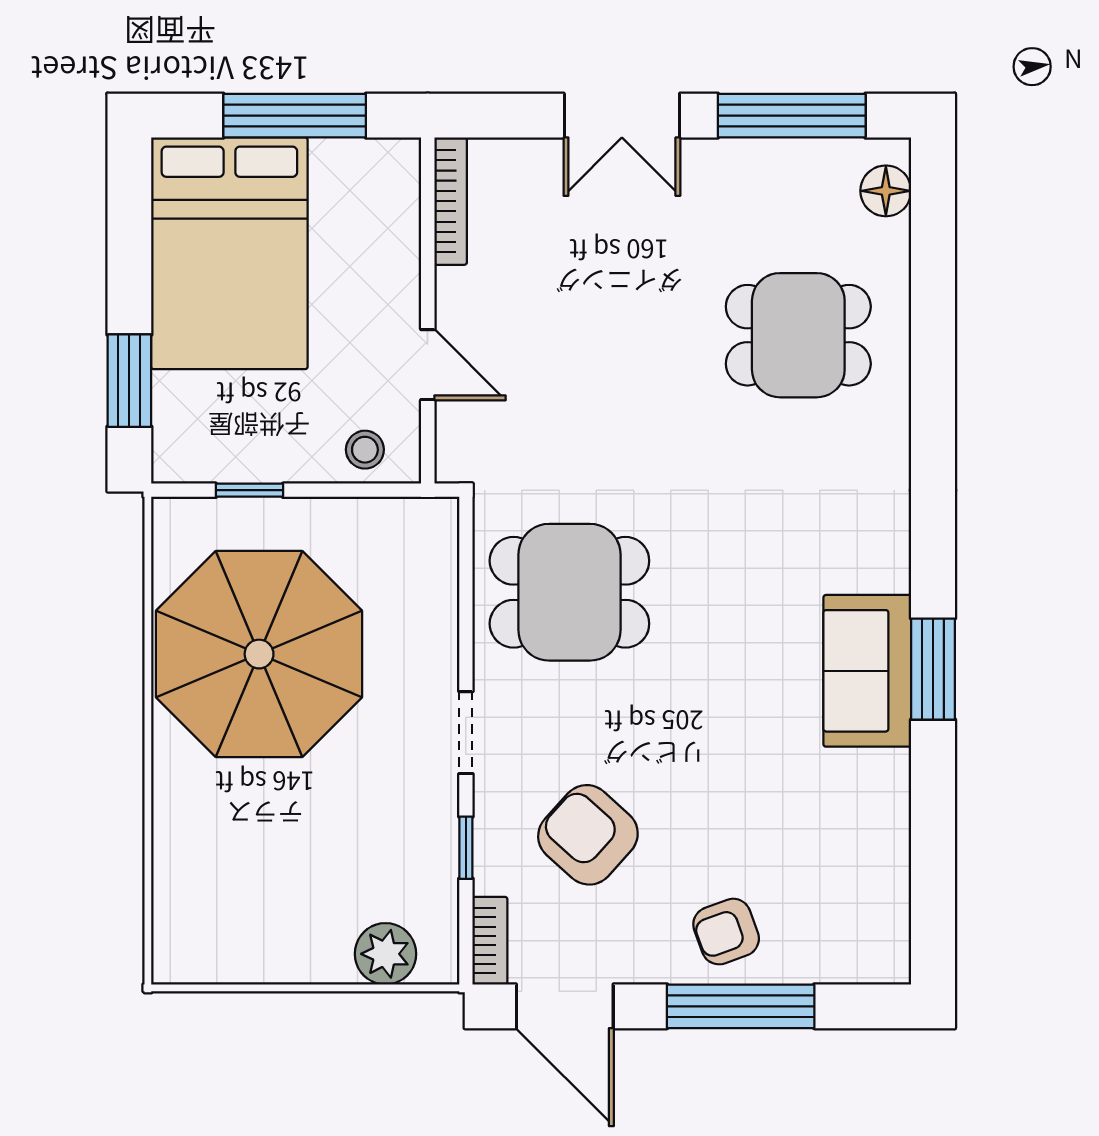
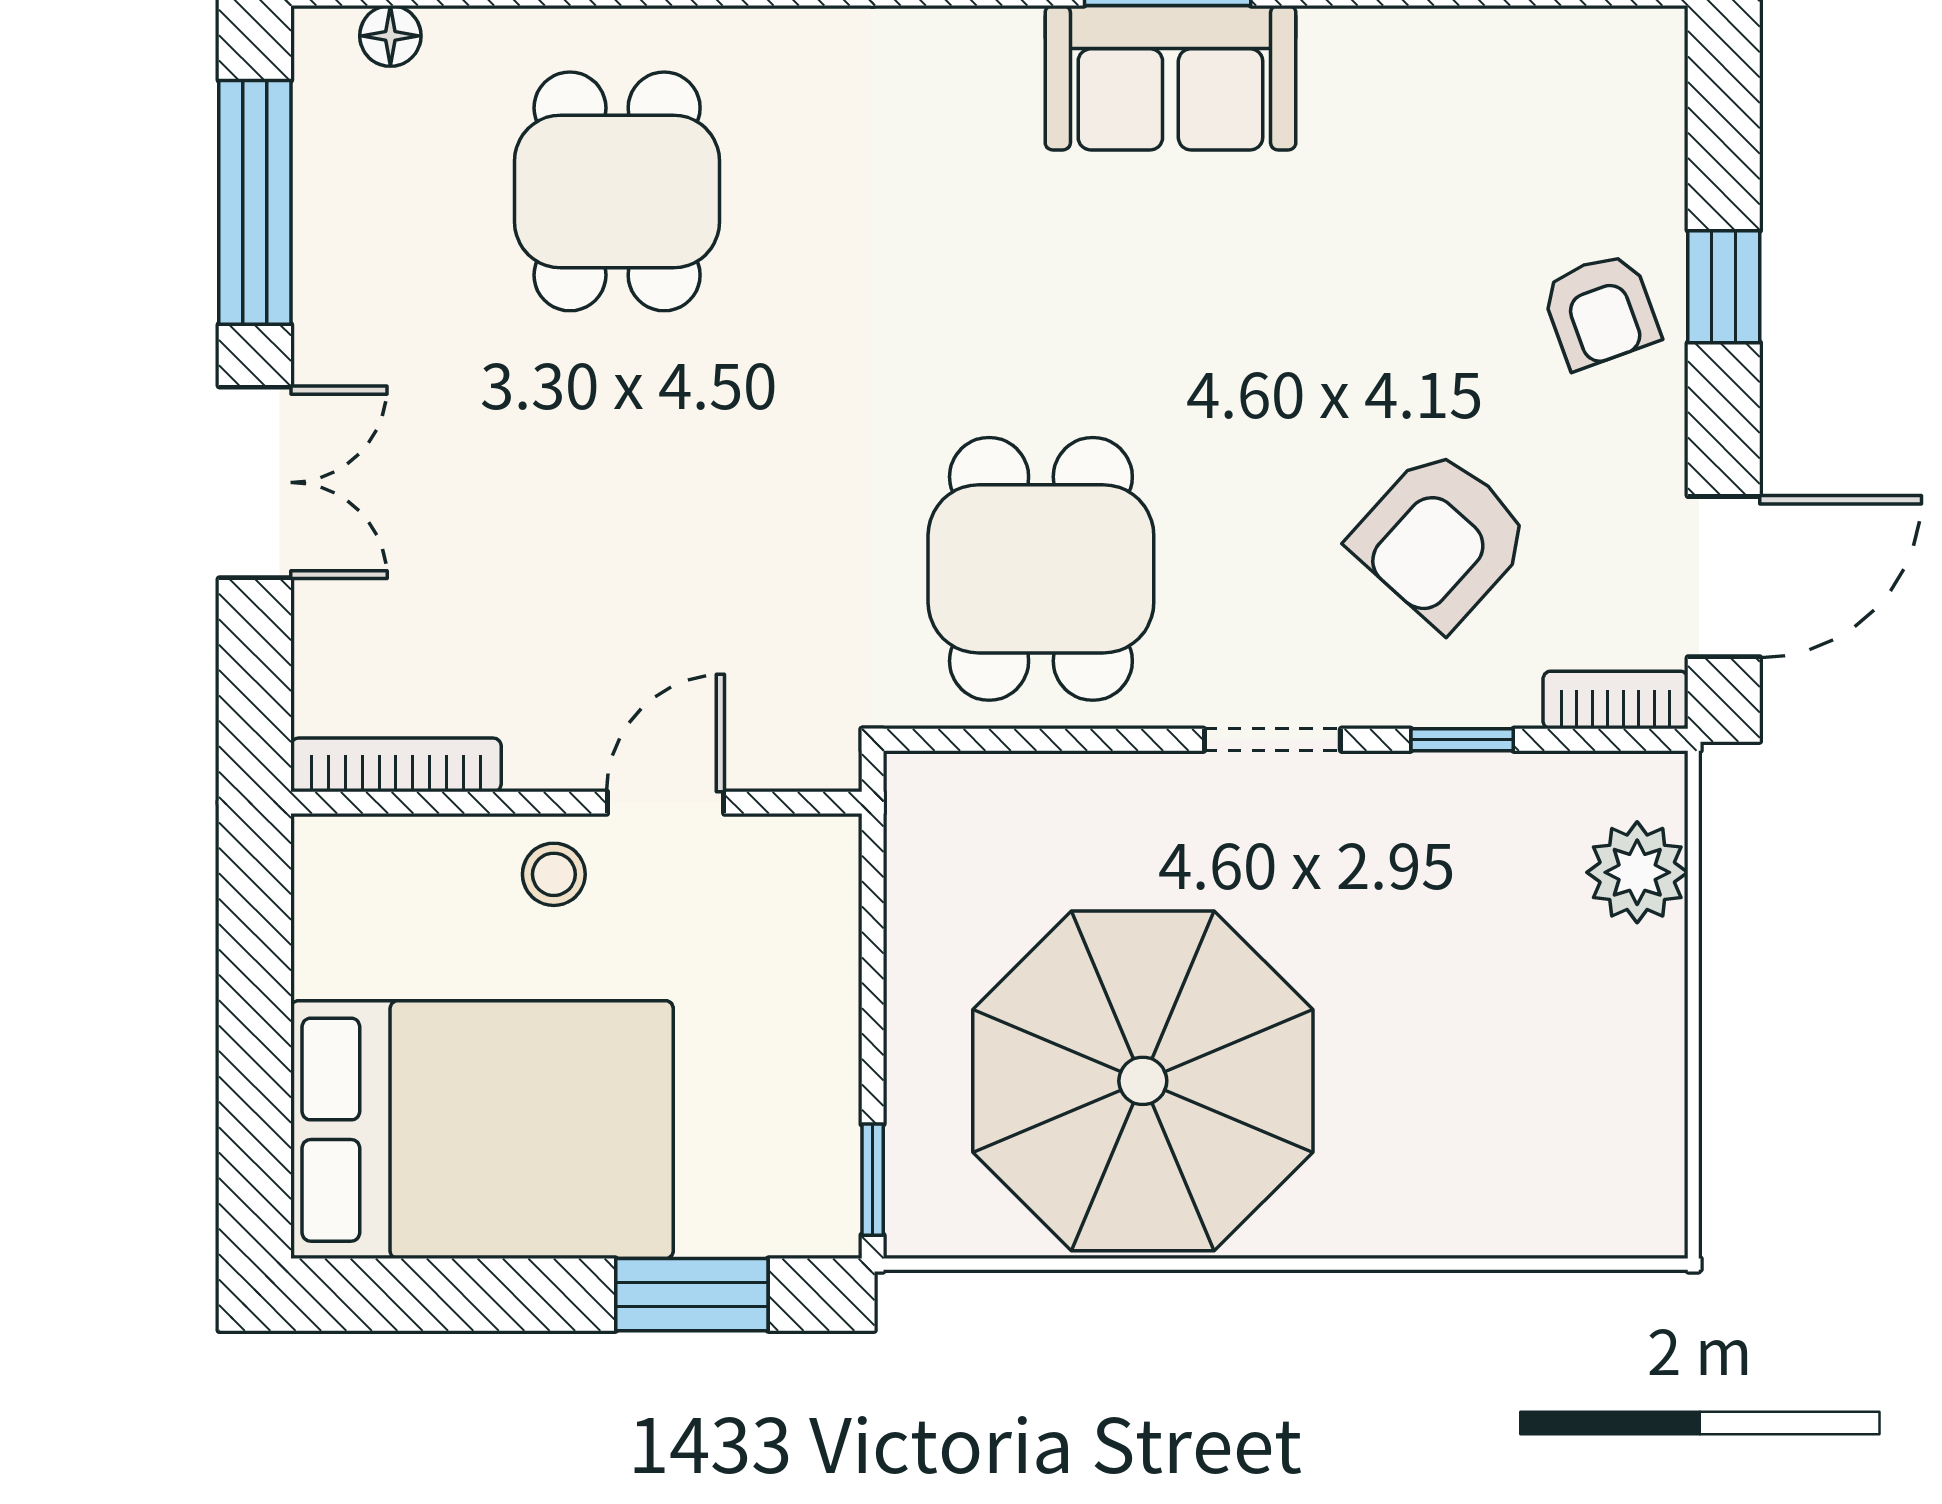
window: (295, 116) -> (255, 1022), removed
floor lamp: (886, 191) -> (390, 36), width x0.73, depth x0.73
stool: (365, 450) -> (554, 874), moved
window: (249, 490) -> (873, 1180), moved
window: (741, 1006) -> (1724, 287), width x0.46

